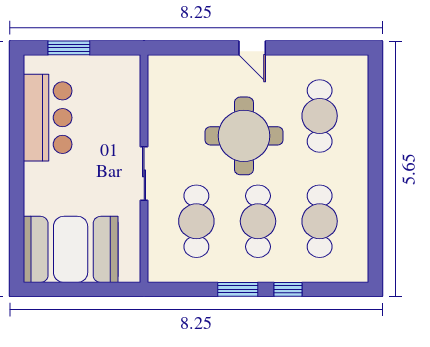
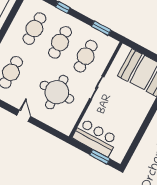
bar counter: (48, 118) -> (95, 138), moved, turned 90
round table: (244, 136) -> (57, 92), moved
window: (238, 289) -> (101, 28), moved

